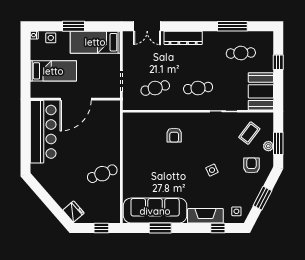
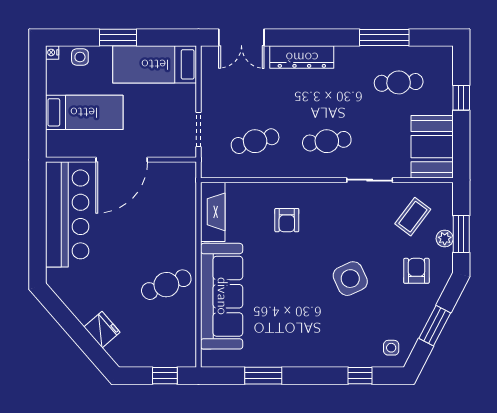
side table: (212, 170) -> (350, 279), width x1.87, depth x1.87
sofa: (155, 211) -> (222, 296), moved, turned 90
fridge: (73, 212) -> (102, 330), moved
fireplace: (205, 216) -> (213, 212), moved, turned 90

